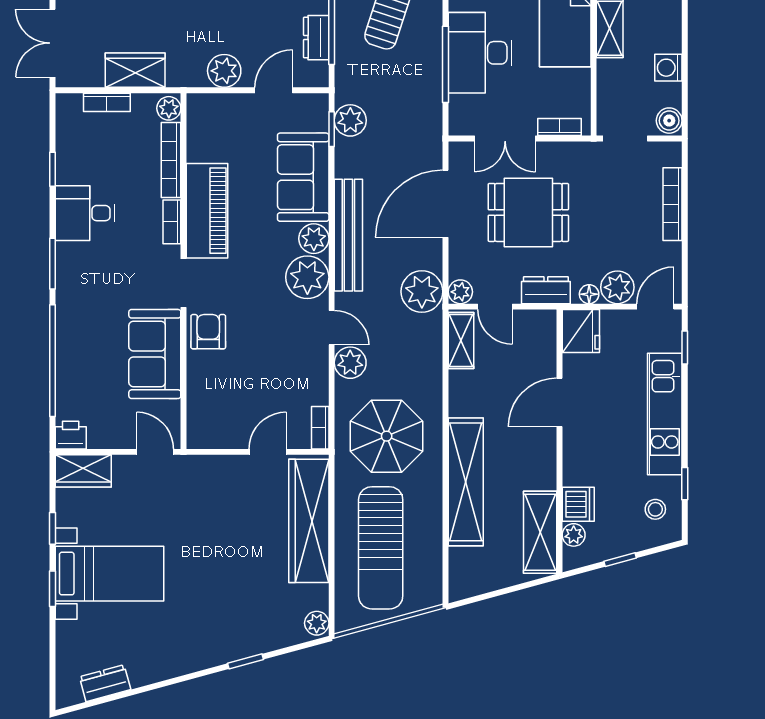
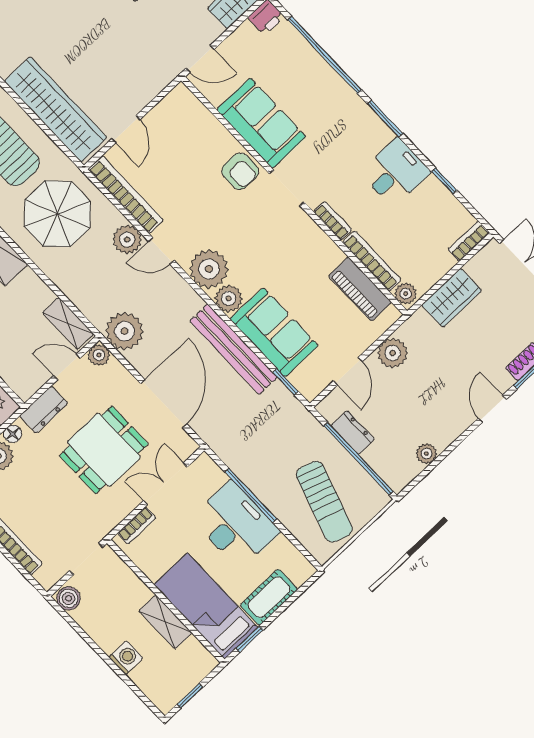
washing machine: (668, 68) -> (126, 658), moved
bookcase: (107, 102) -> (469, 241), moved
plant: (350, 120) -> (279, 399), removed
piano: (207, 211) -> (360, 289), moved, width x0.73, depth x0.75
bench: (348, 235) -> (234, 349), moved
bookcase: (320, 428) -> (126, 195), width x2.31, depth x1.31

